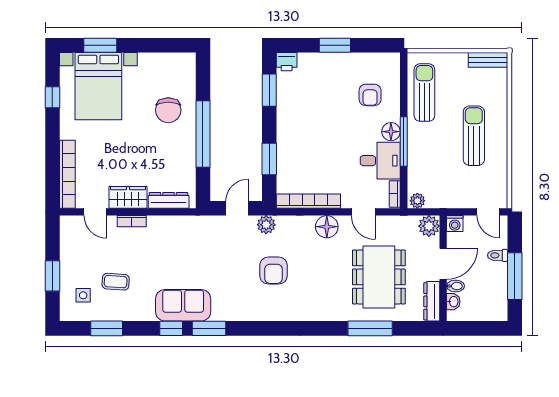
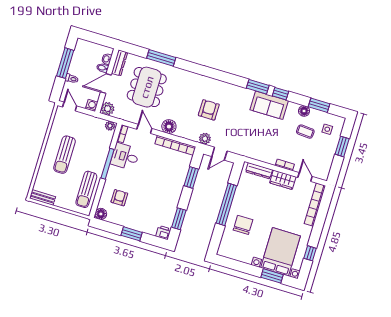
floor lamp: (391, 132) -> (101, 214), moved
floor lamp: (127, 313) -> (304, 111), added

